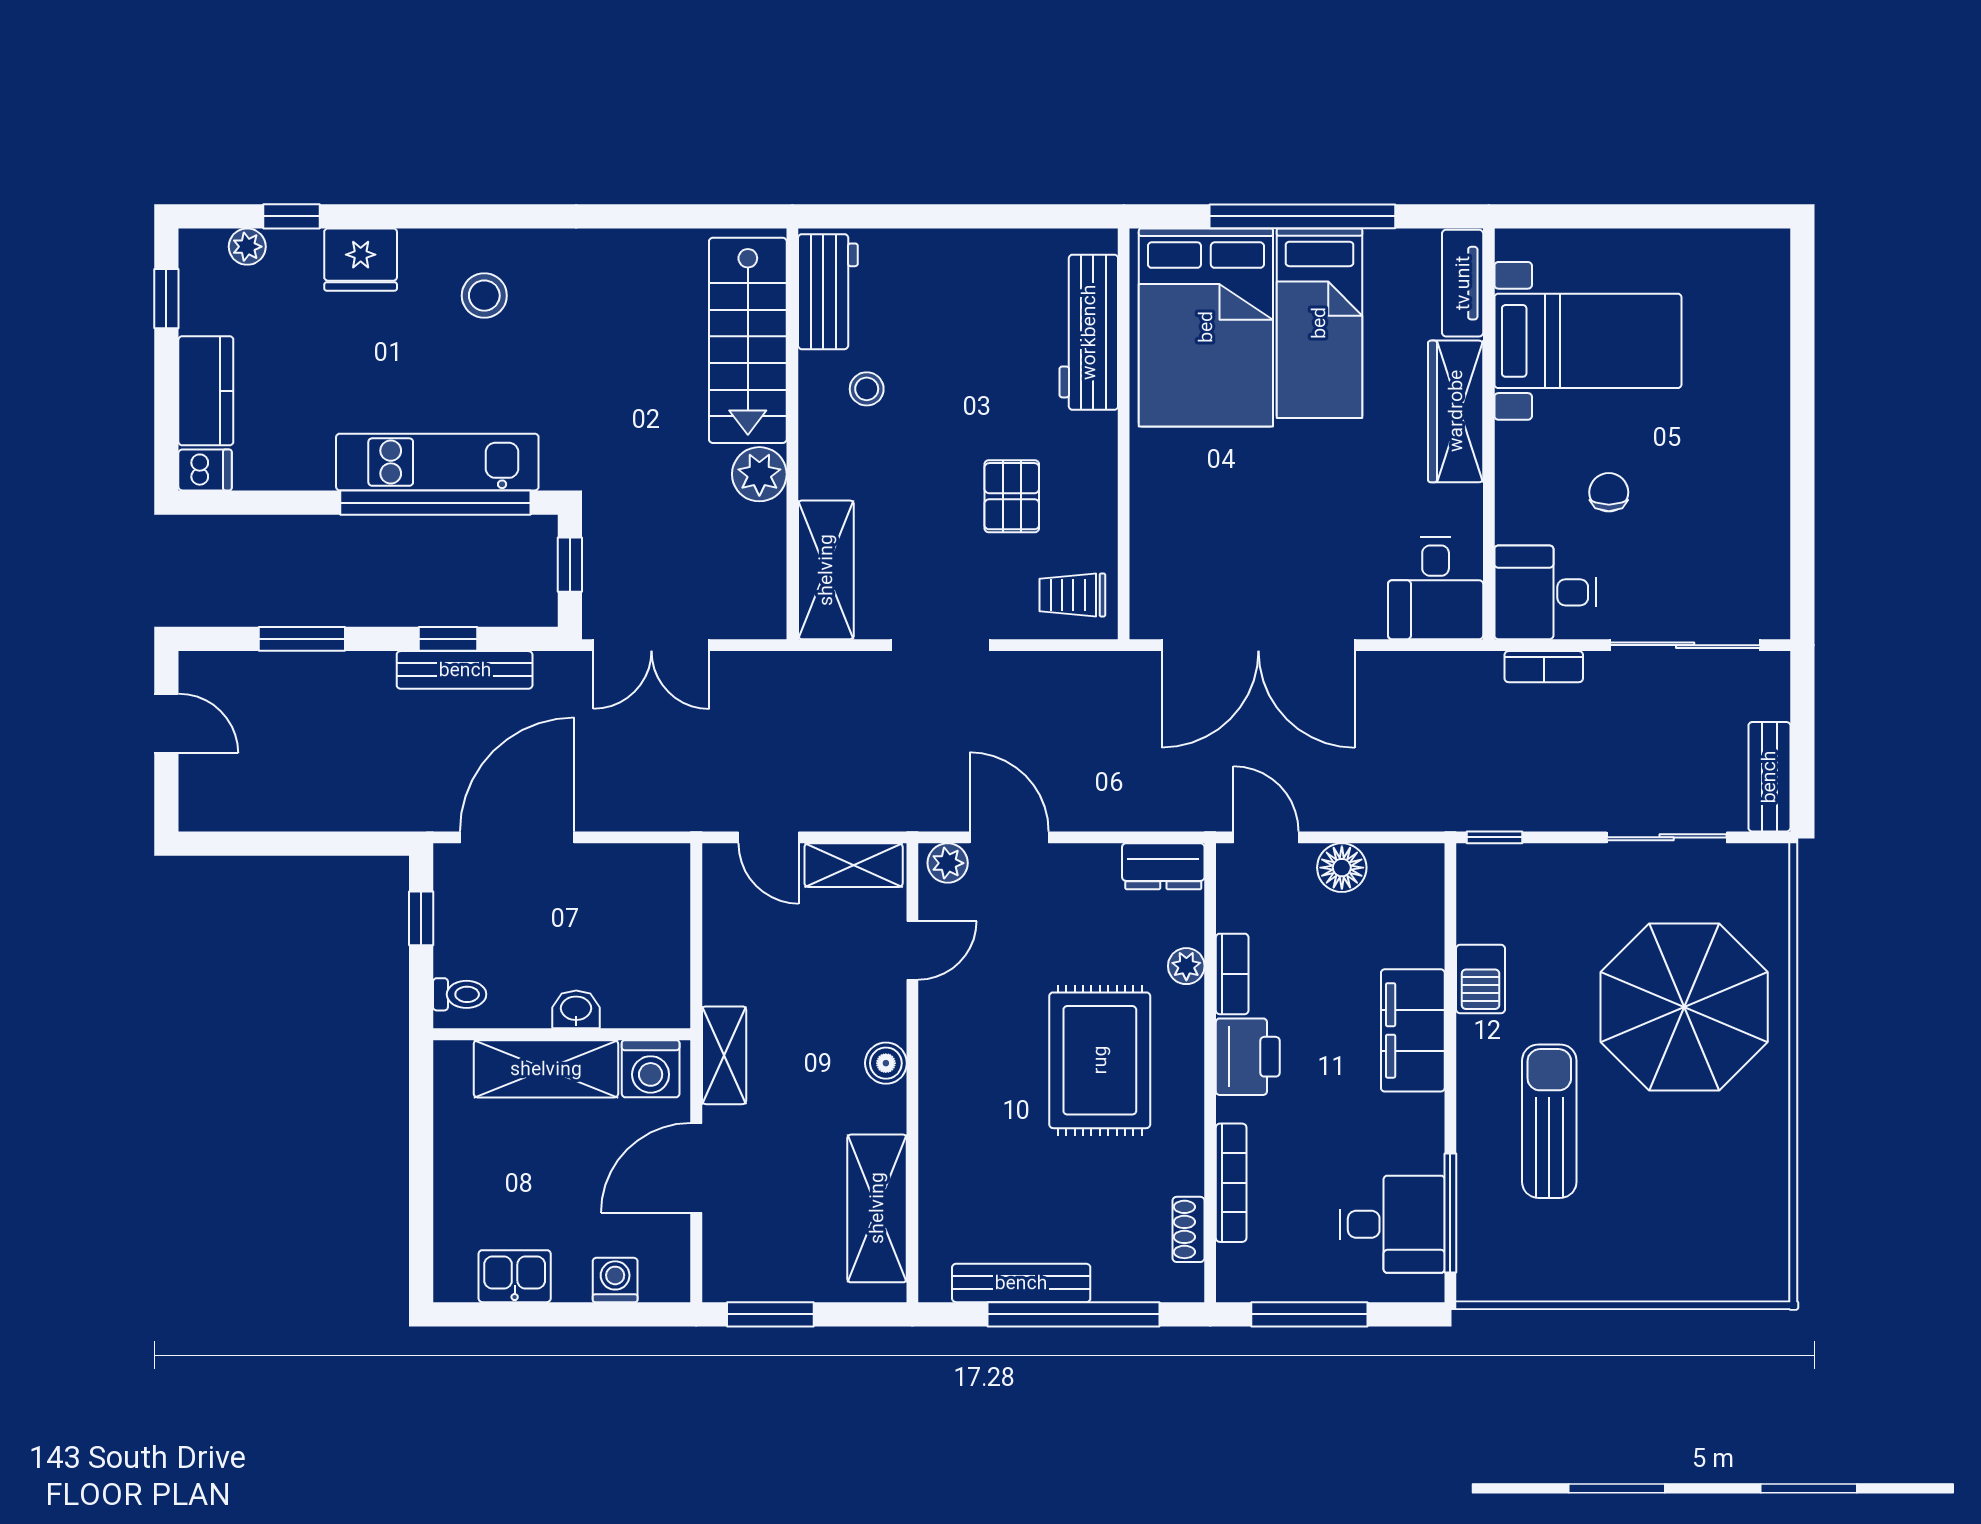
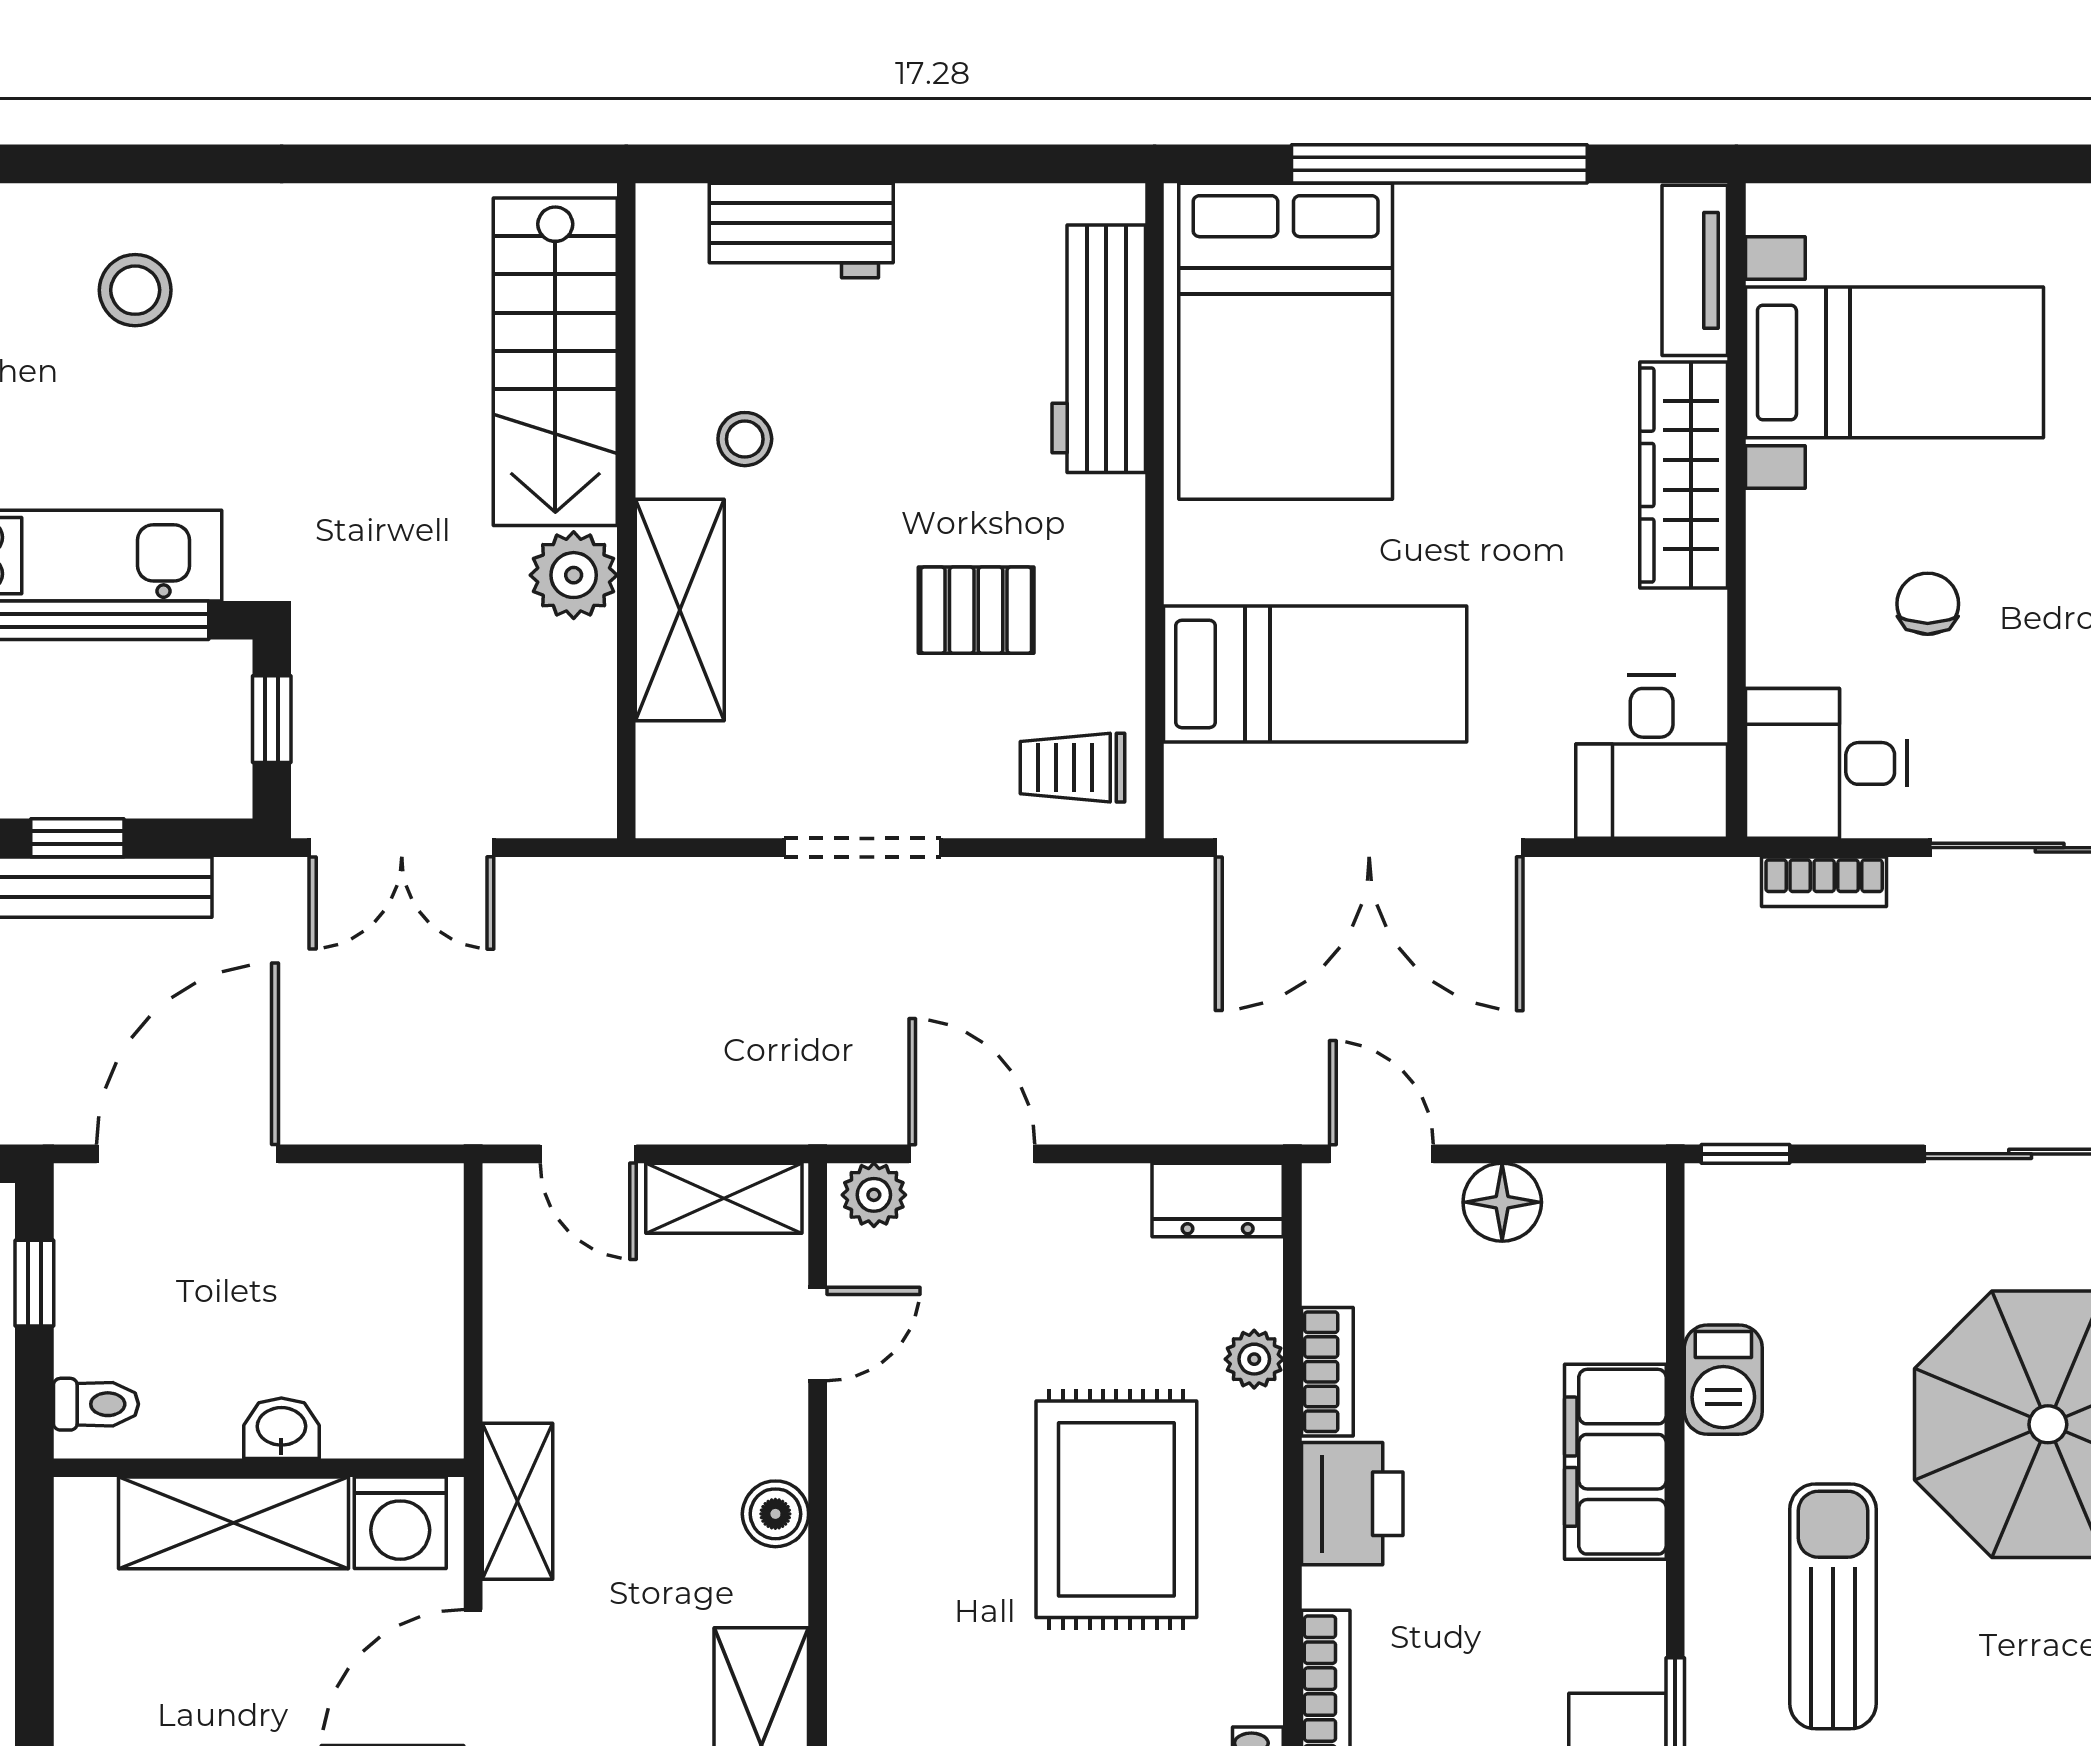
workbench: (828, 292) -> (801, 230), moved, turned 90
bed: (1319, 323) -> (1315, 674), moved, turned -90
pallet: (1012, 496) -> (976, 610), turned 90
shelving: (826, 570) -> (680, 610), moved

